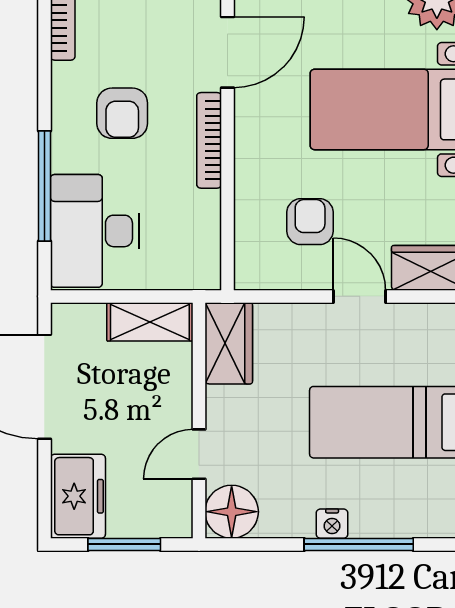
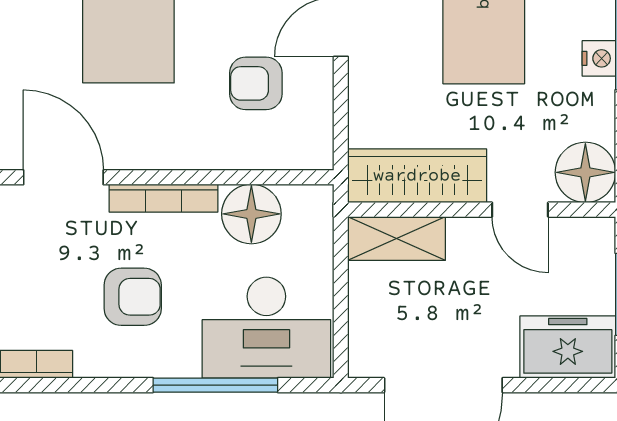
floor lamp: (195, 218) -> (251, 214), added
shelving: (150, 322) -> (397, 238), moved, turned 90
wardrobe: (229, 343) -> (417, 176), width x1.50

